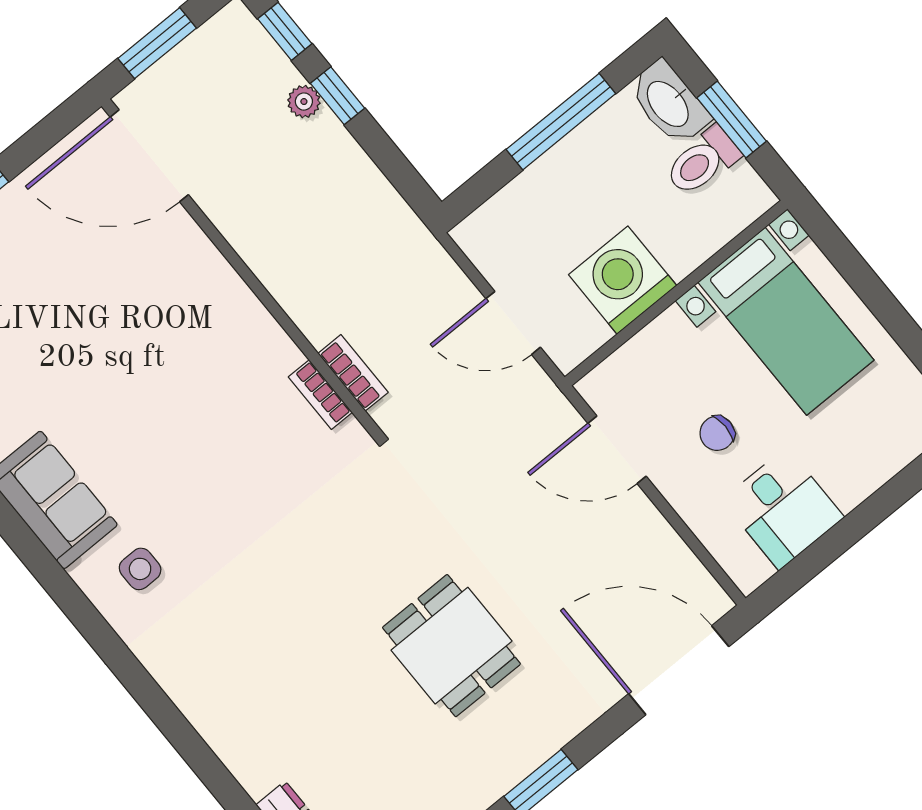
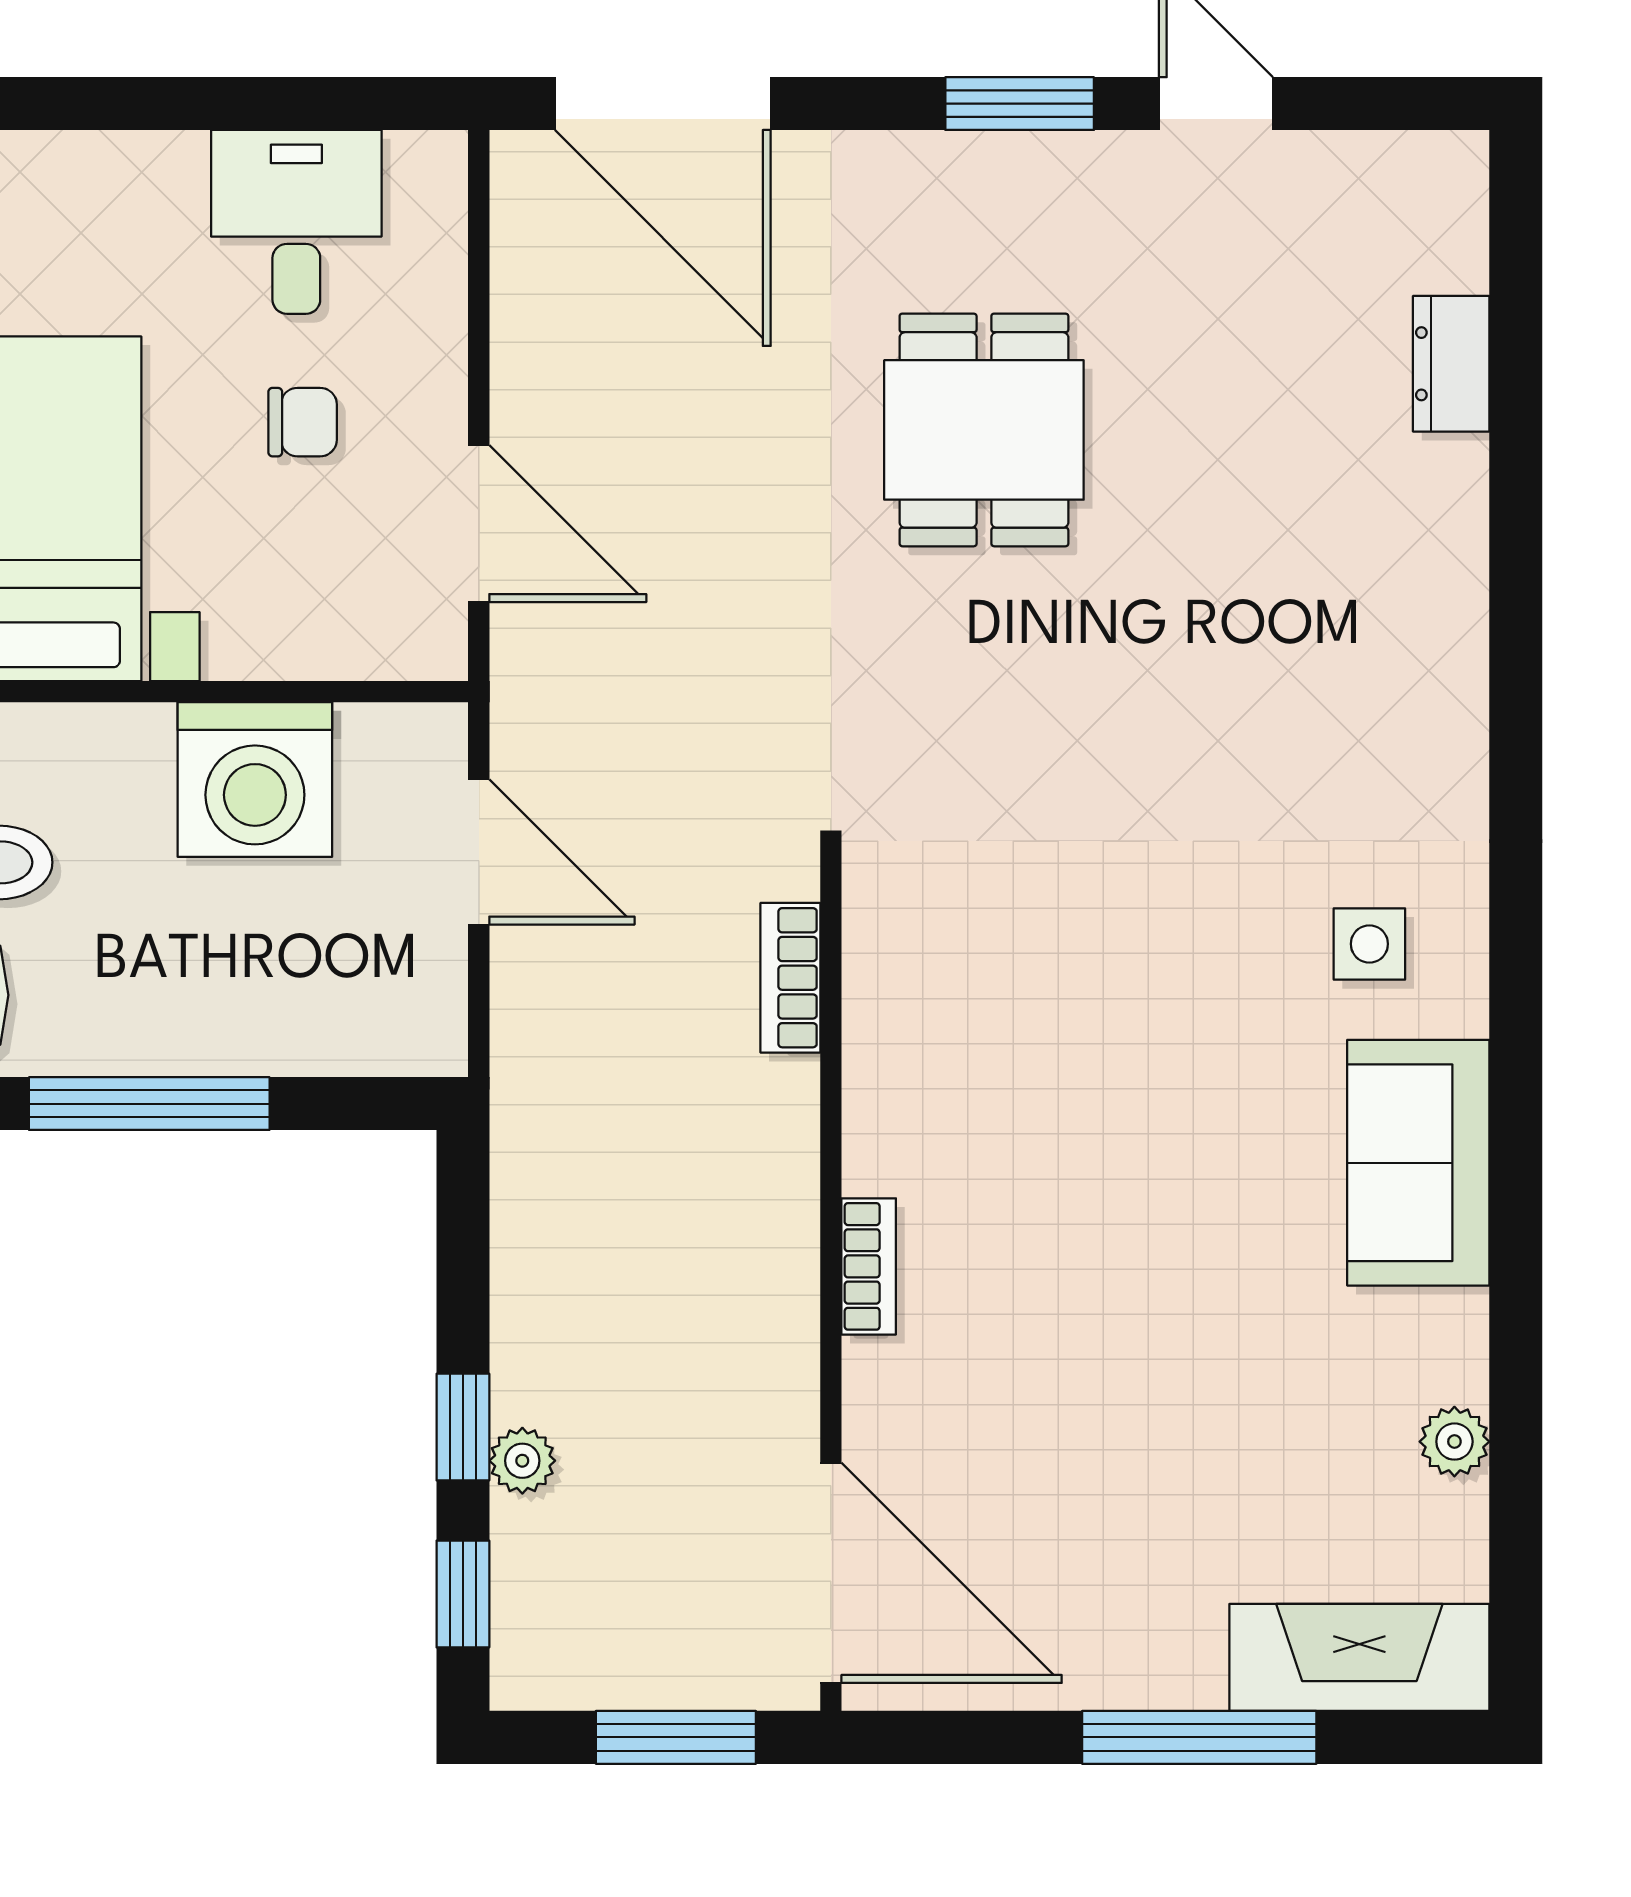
bookcase: (320, 395) -> (869, 1266), moved

